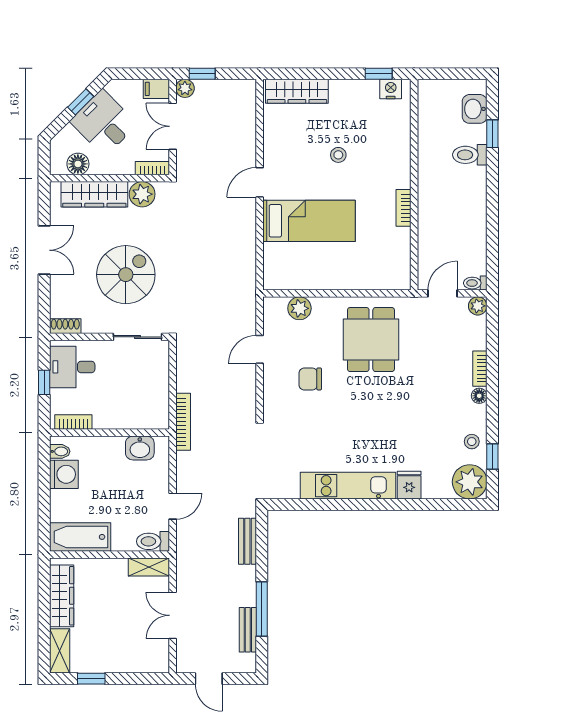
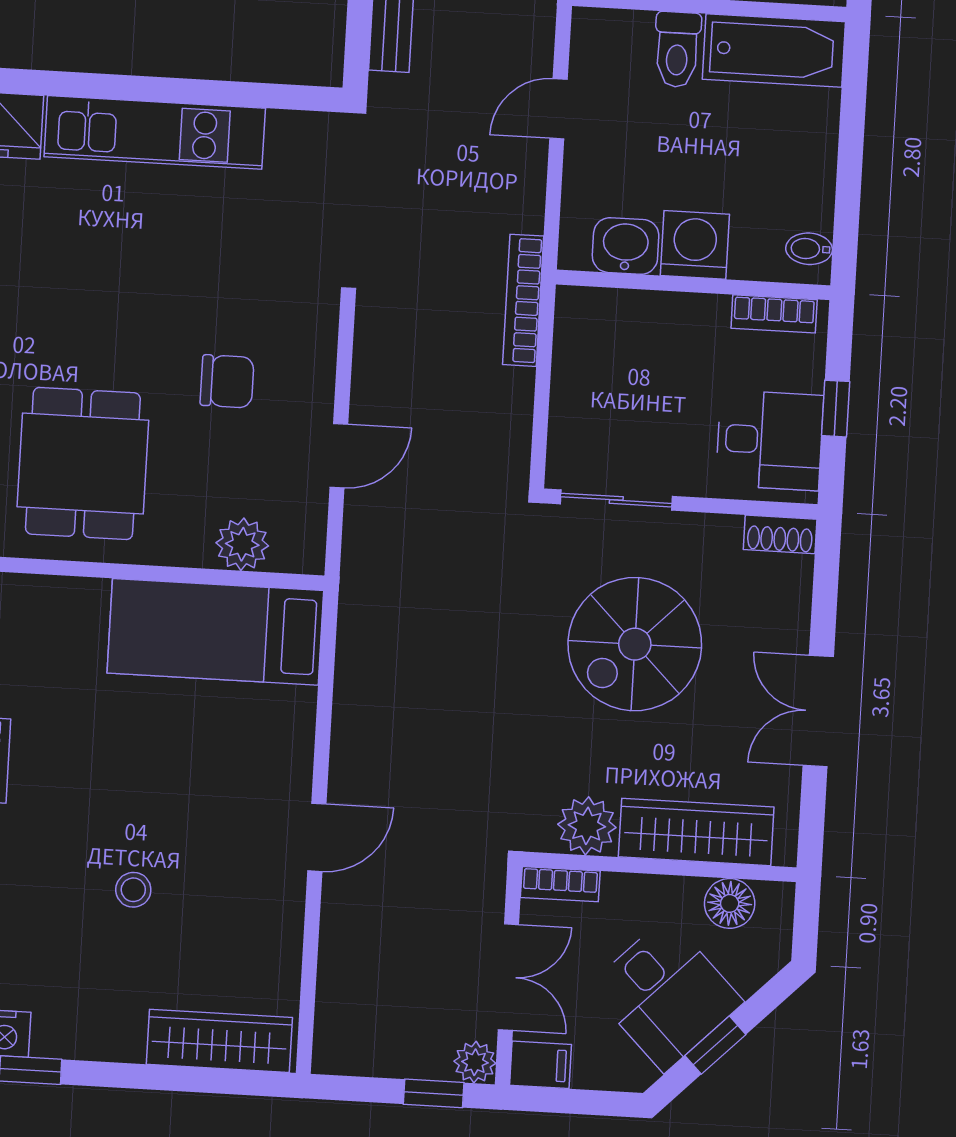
bed: (309, 221) -> (215, 632), moved
washing machine: (64, 474) -> (695, 245), moved, turned 90
toilet: (153, 541) -> (677, 49), moved, turned 90

